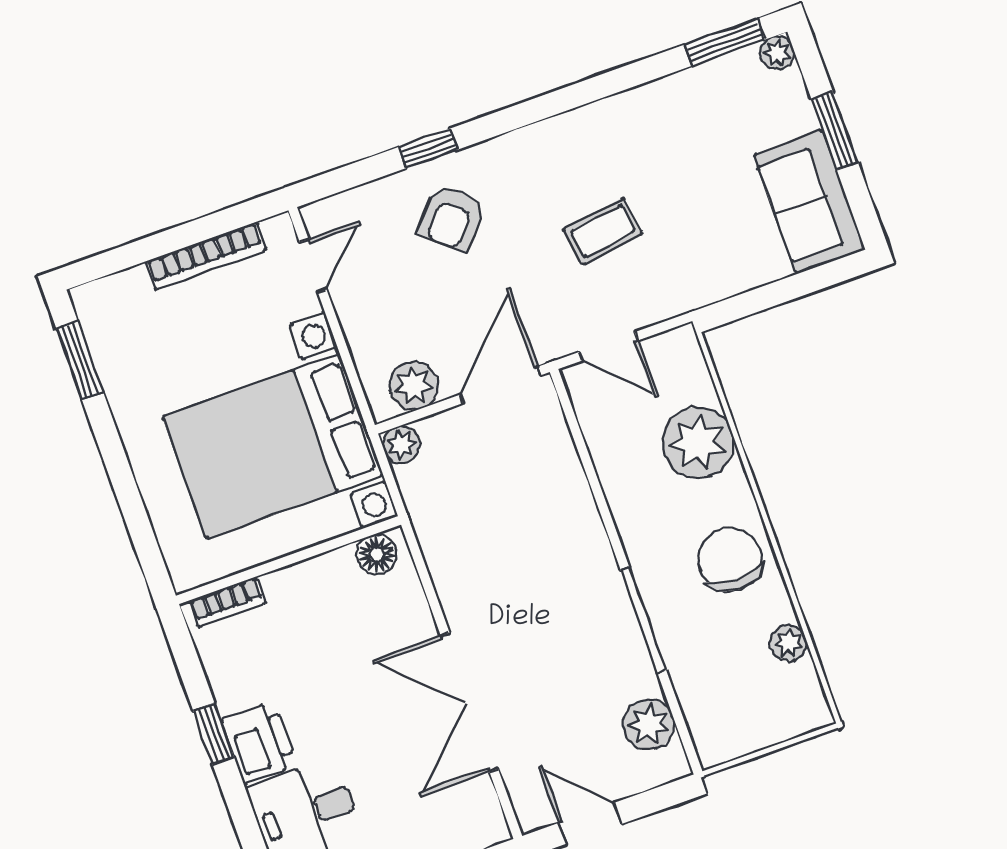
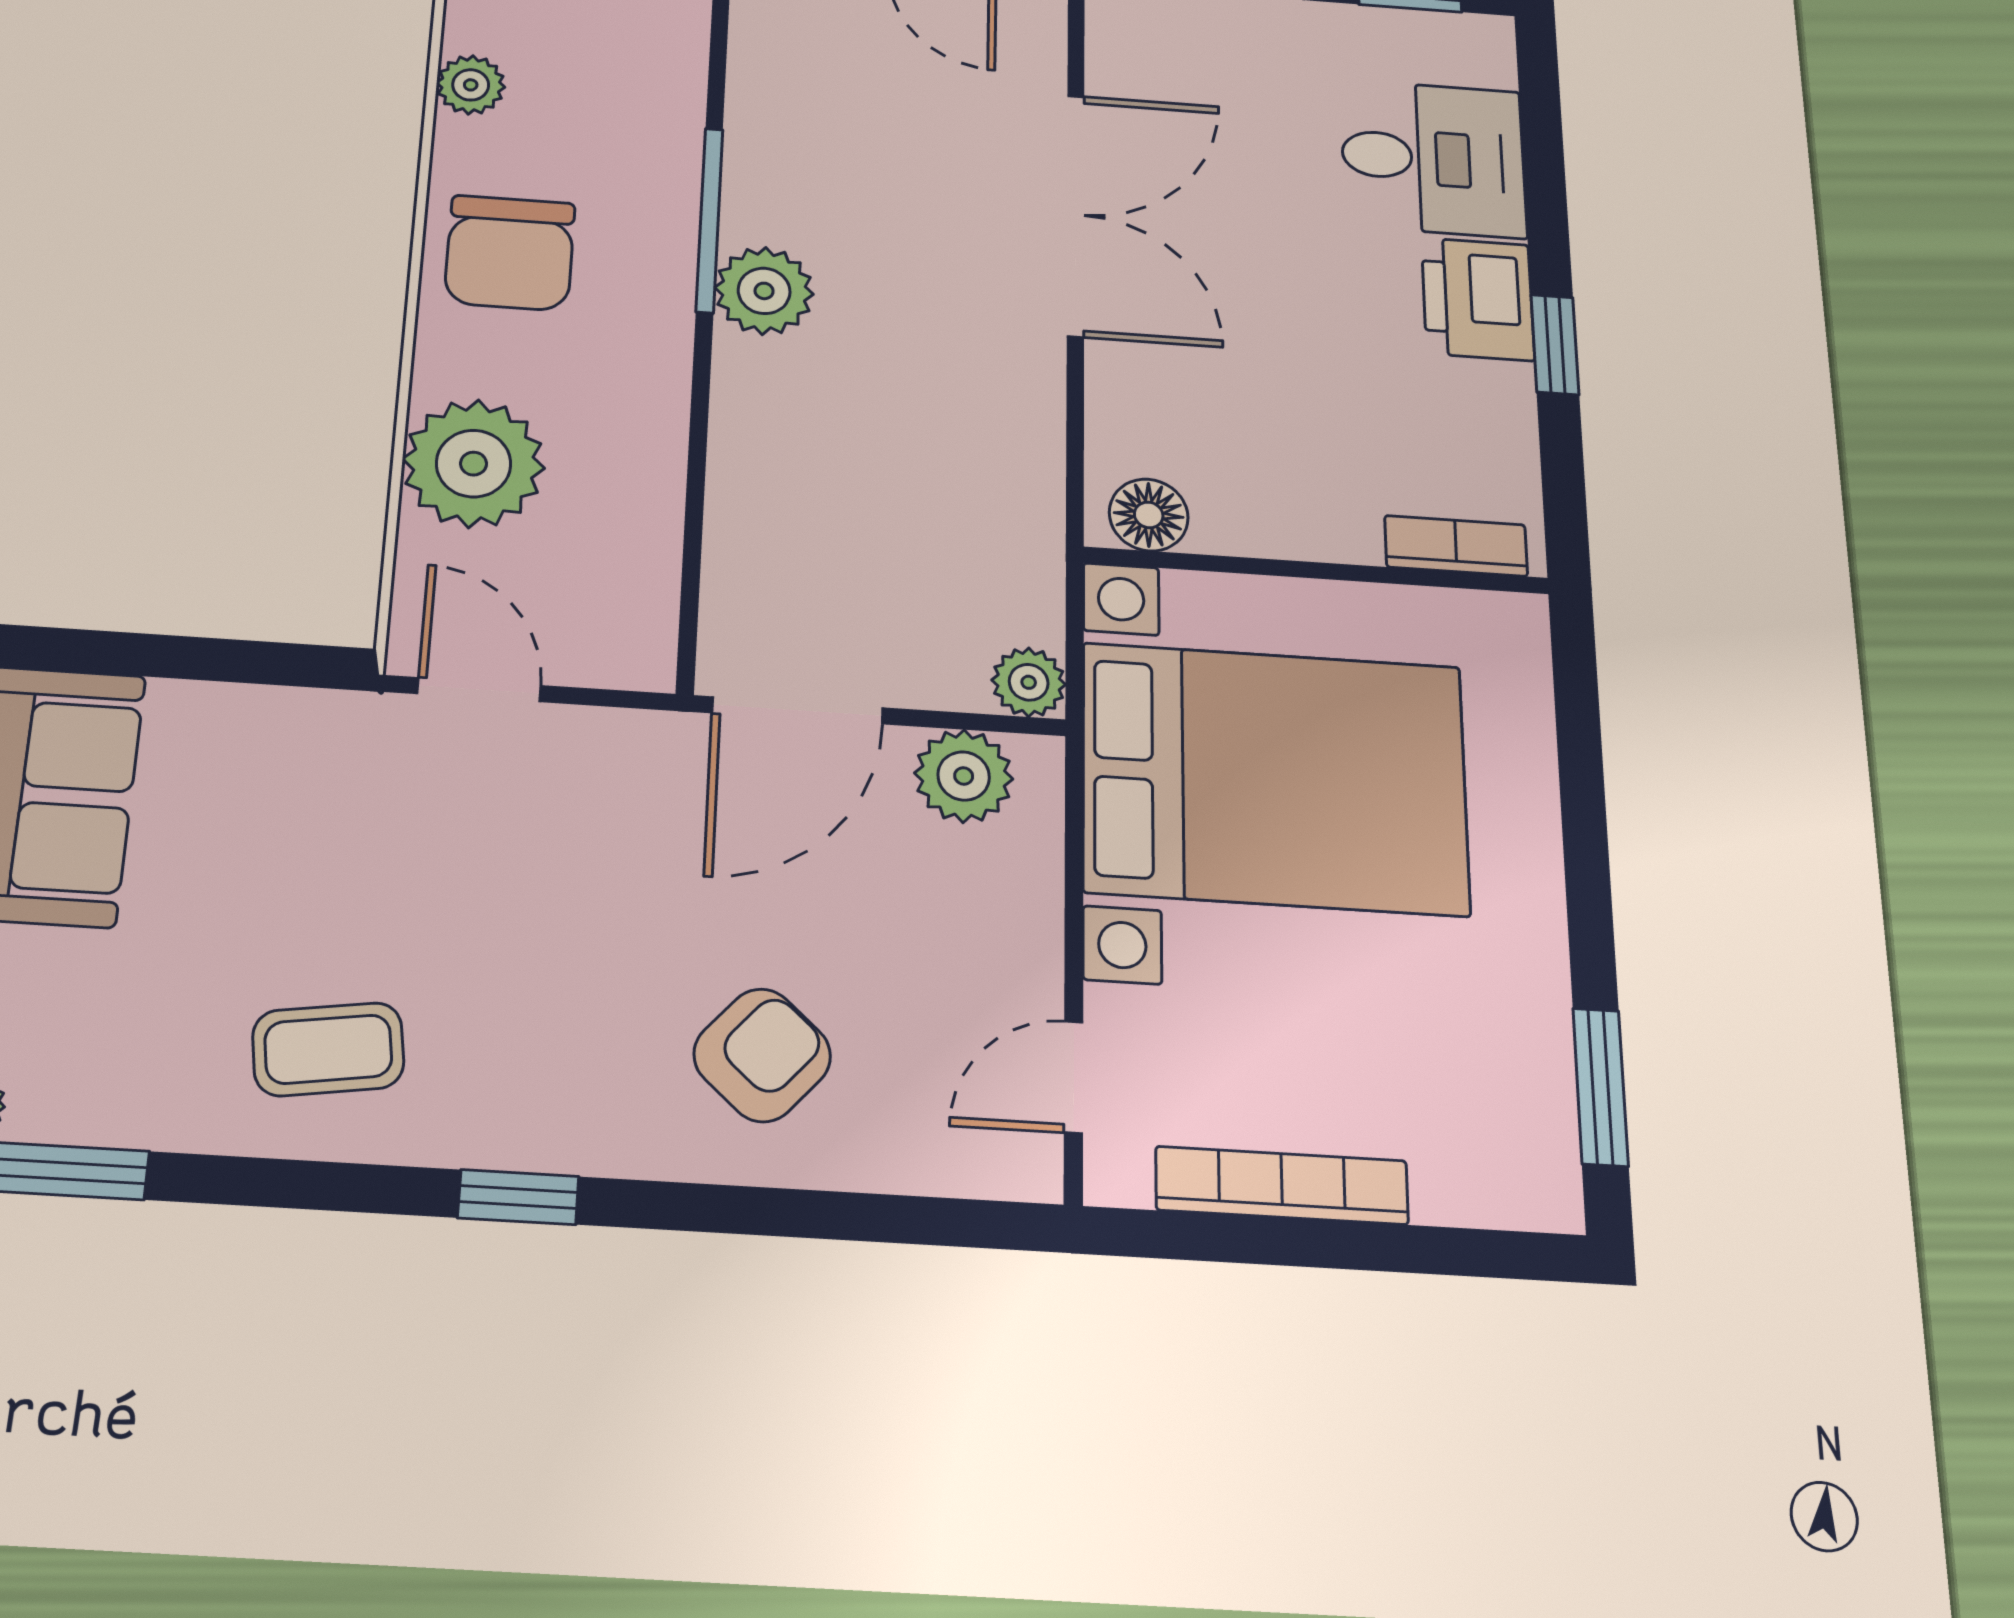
window: (428, 149) -> (518, 1197), moved
coffee table: (603, 231) -> (328, 1049), moved
door: (608, 346) -> (479, 690), moved
plant: (649, 724) -> (764, 291), moved

